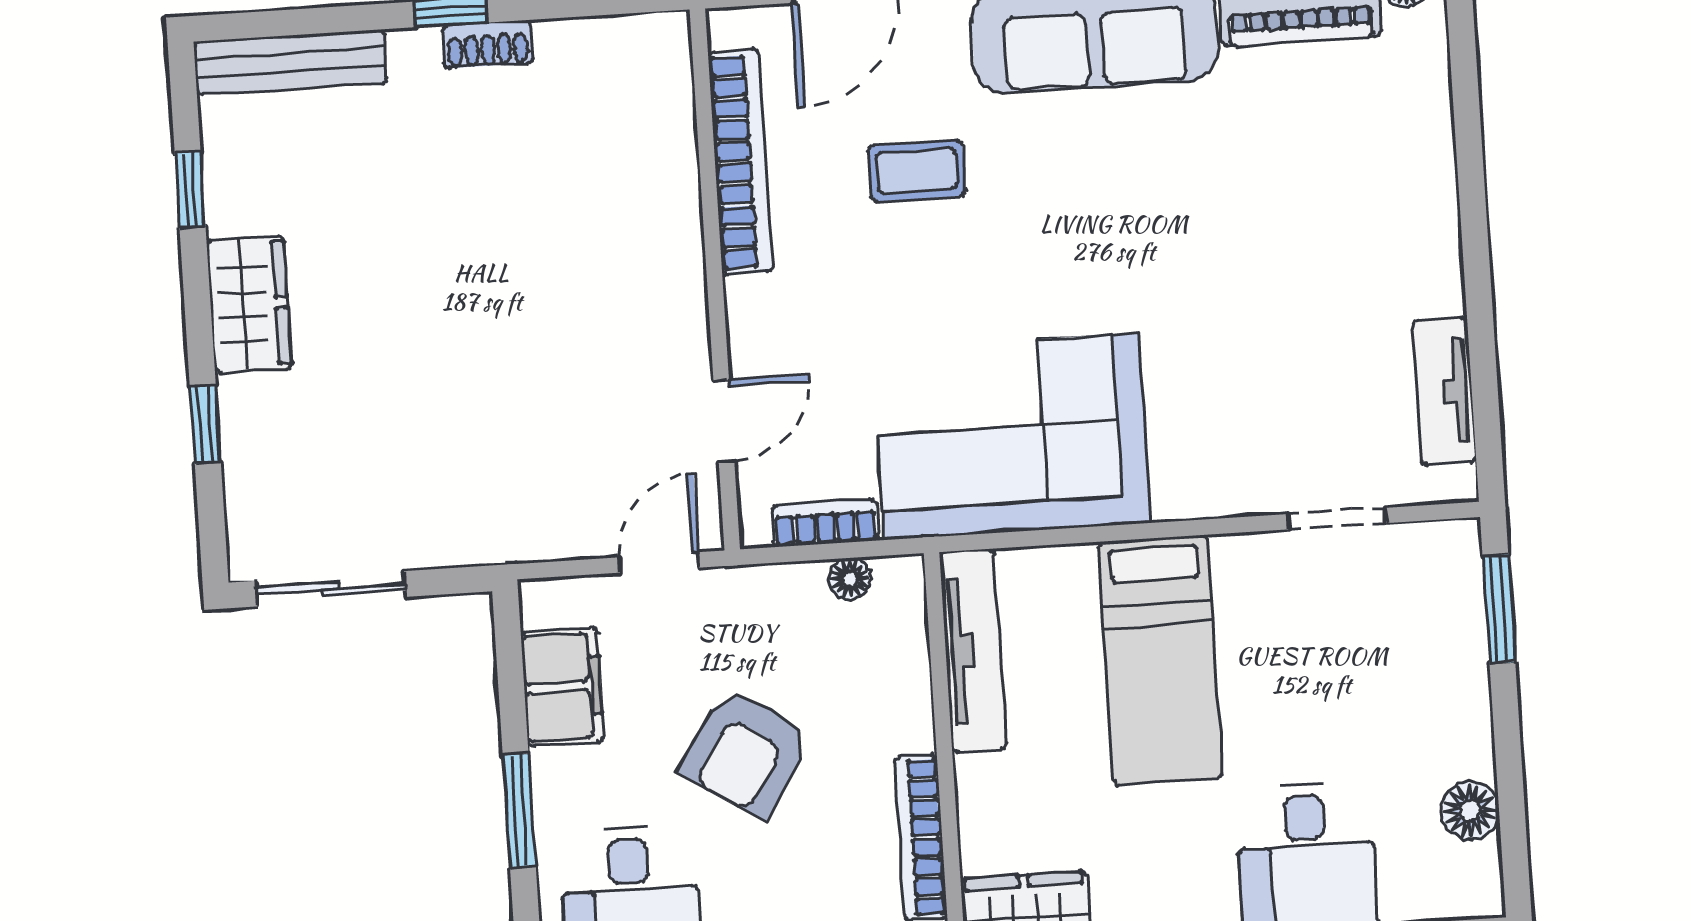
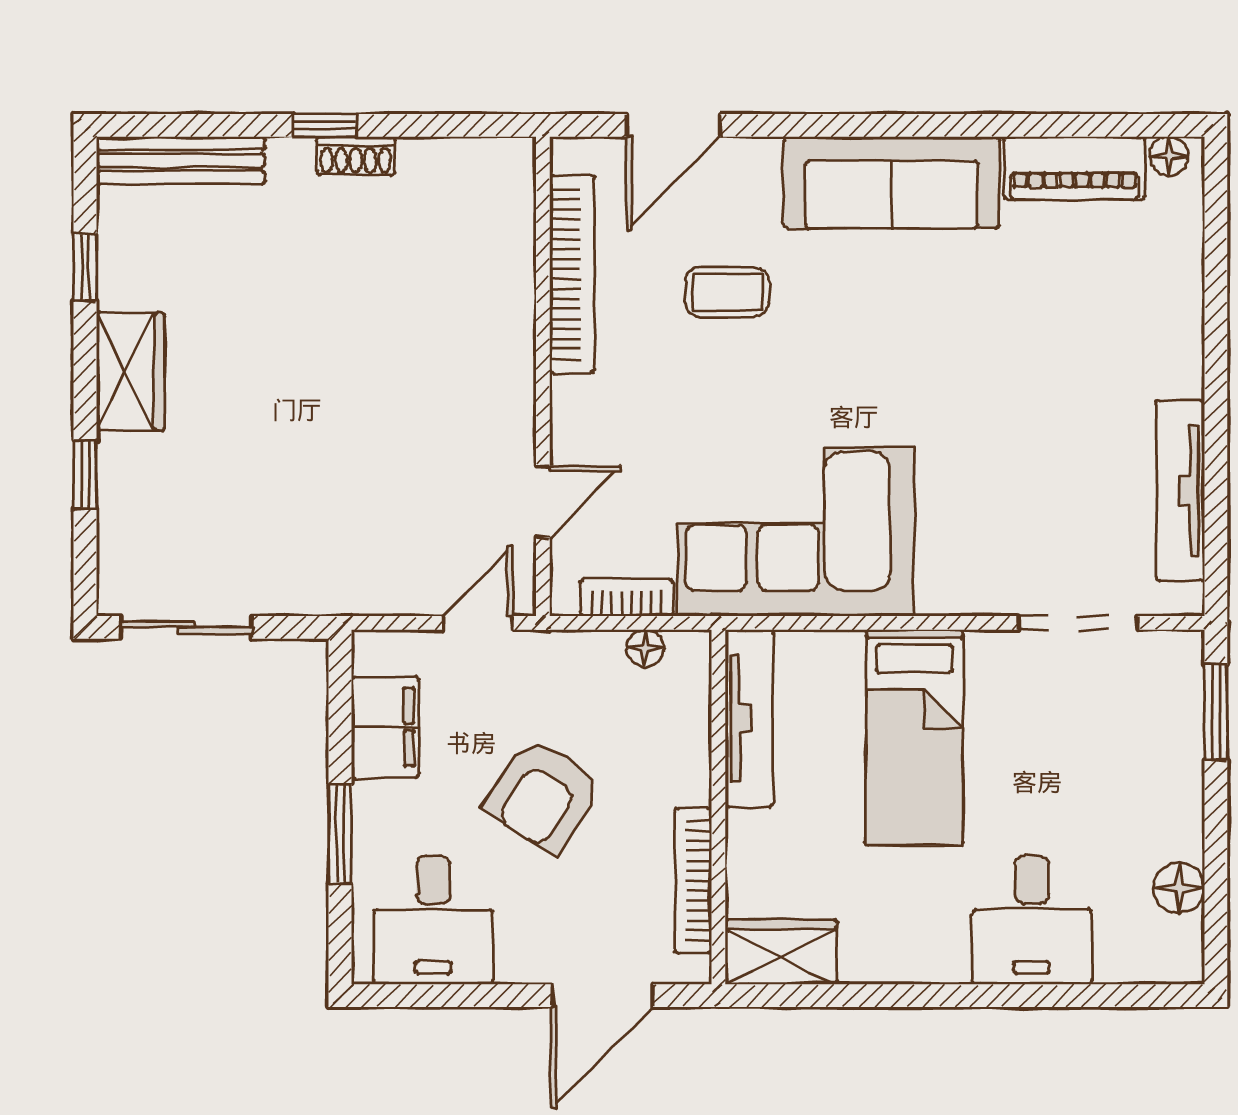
tv unit: (1444, 391) -> (1180, 490), width x1.41
doorway: (1337, 519) -> (1078, 623), width x1.38

